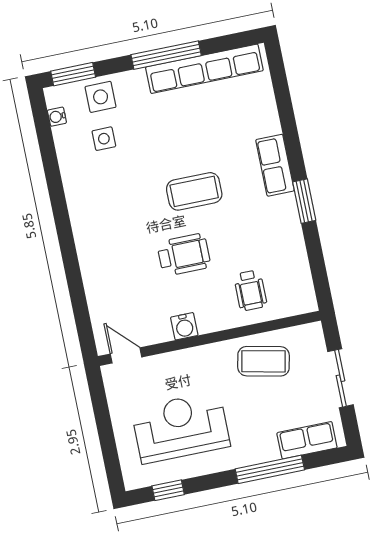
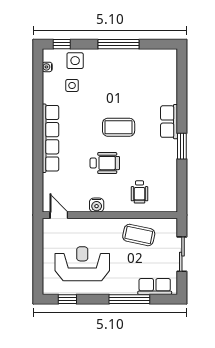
row of seats: (204, 69) -> (50, 138), moved, turned -90
window: (73, 74) -> (62, 44), width x0.67

